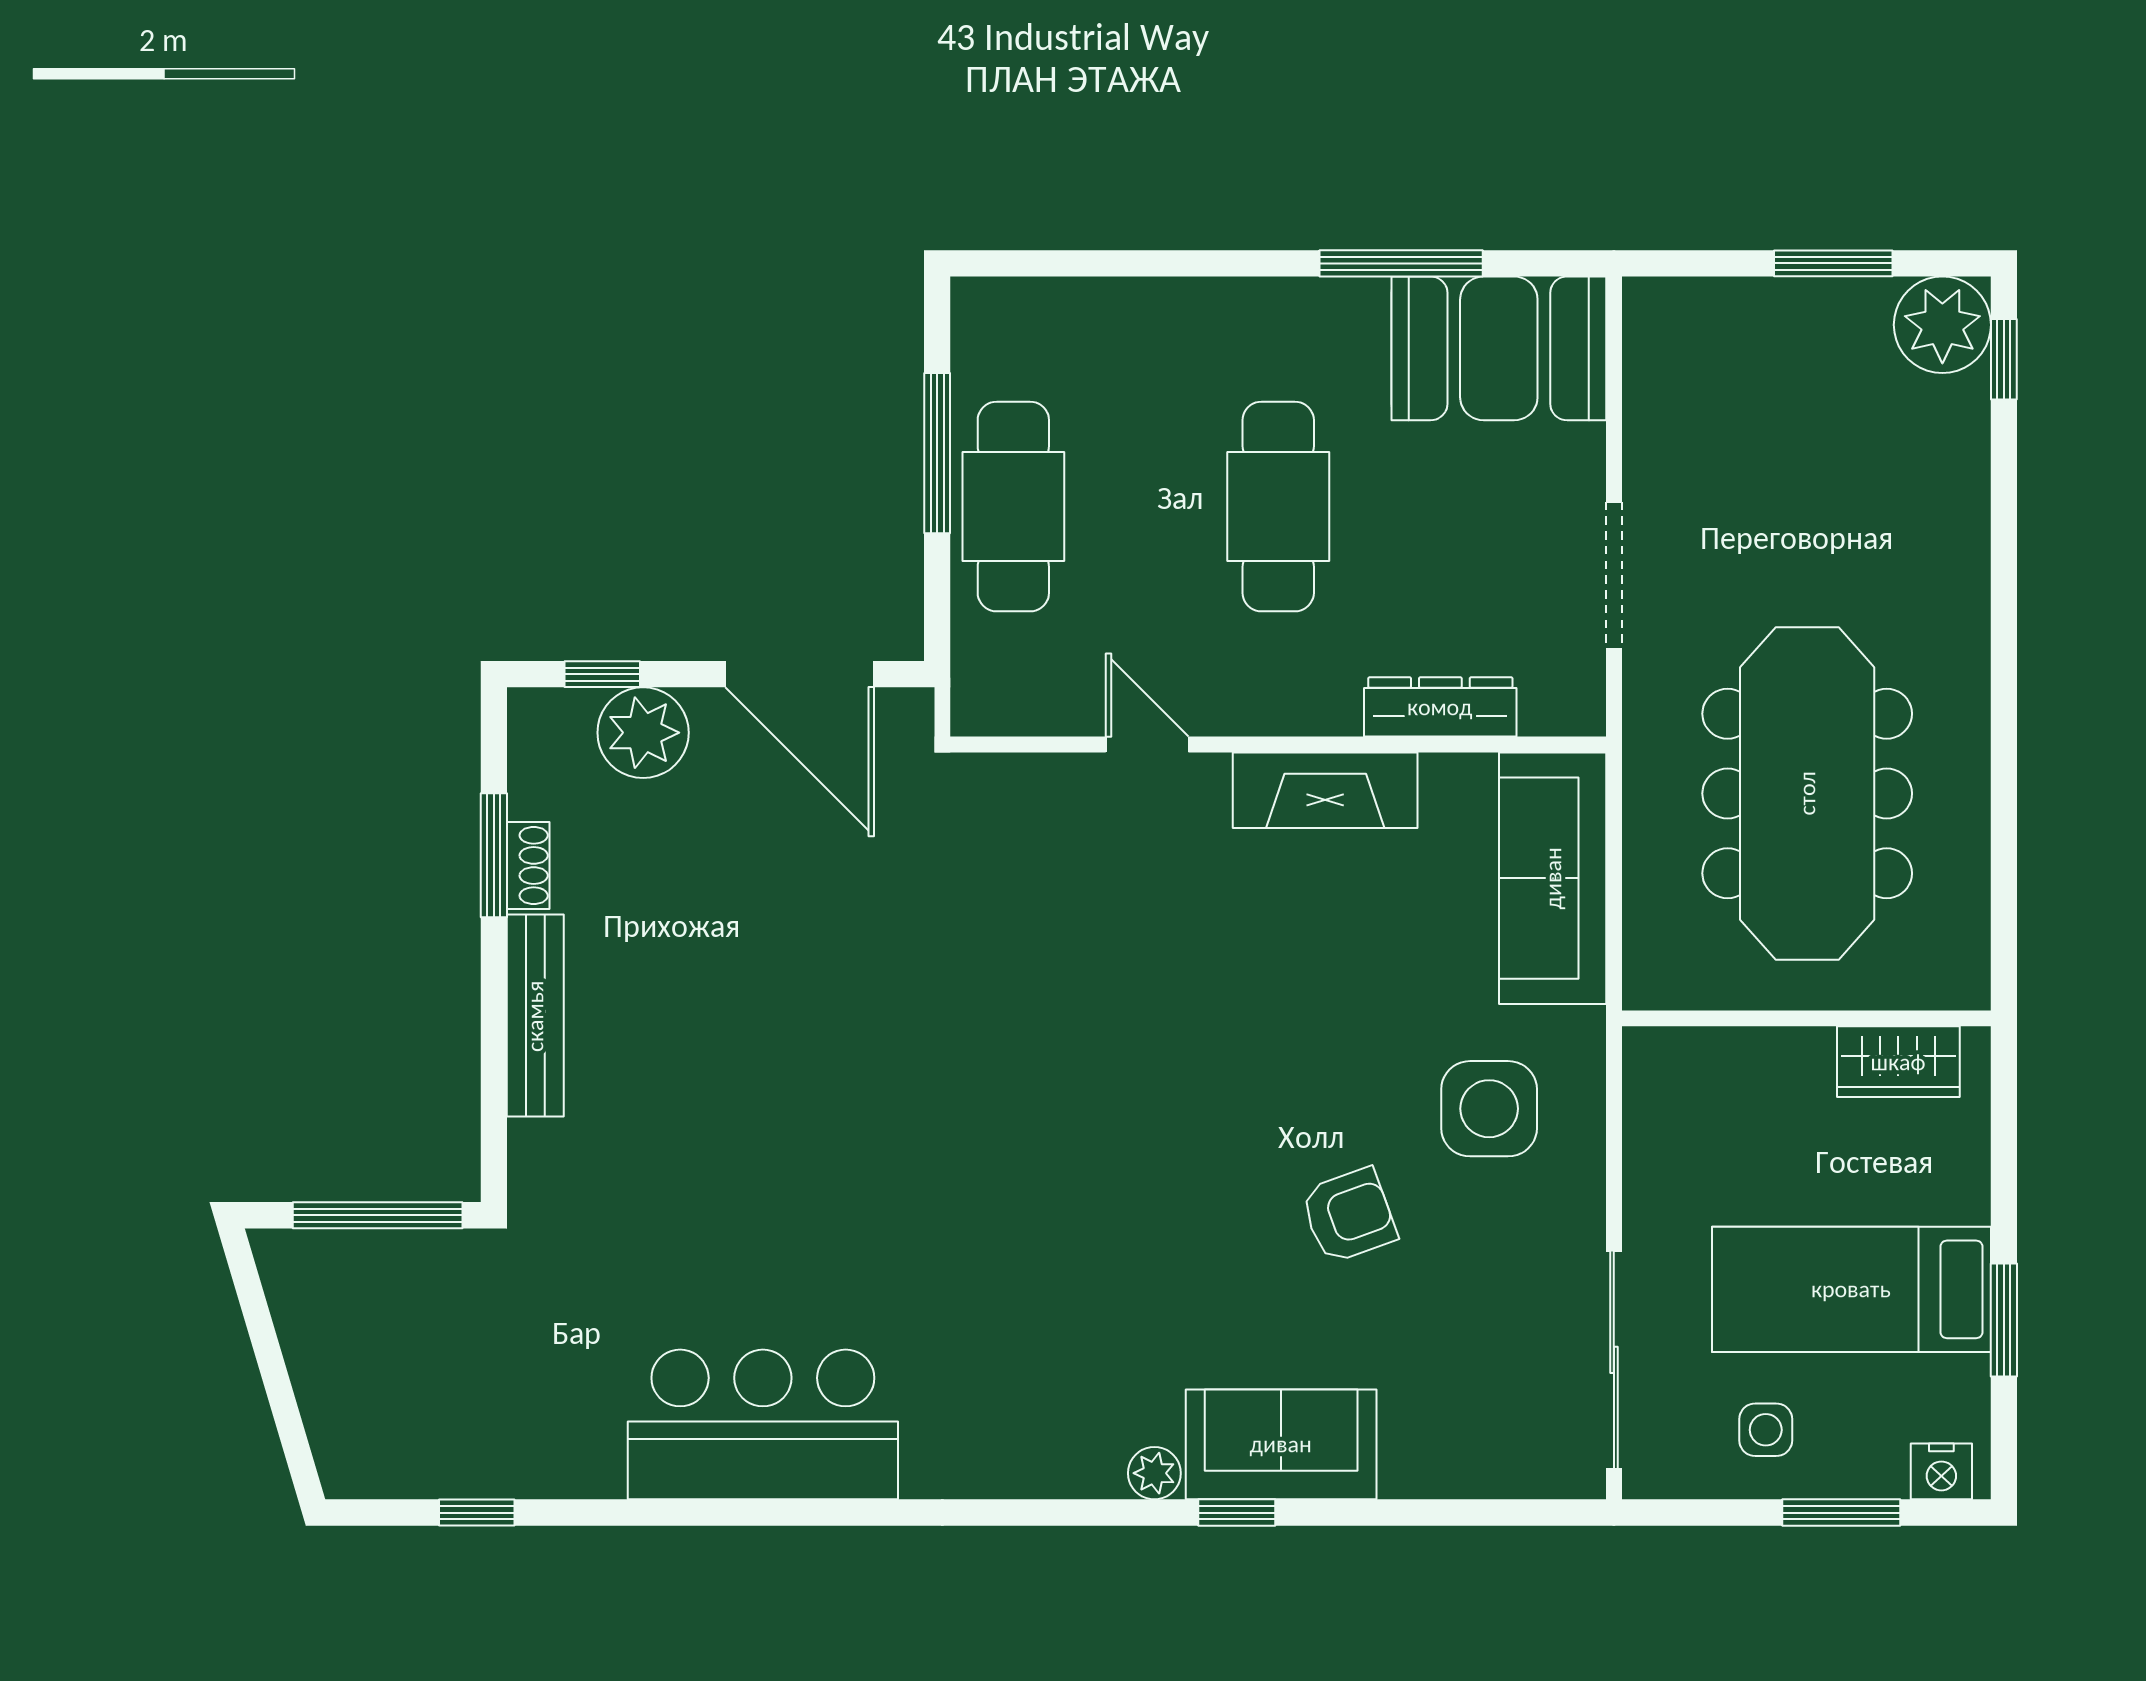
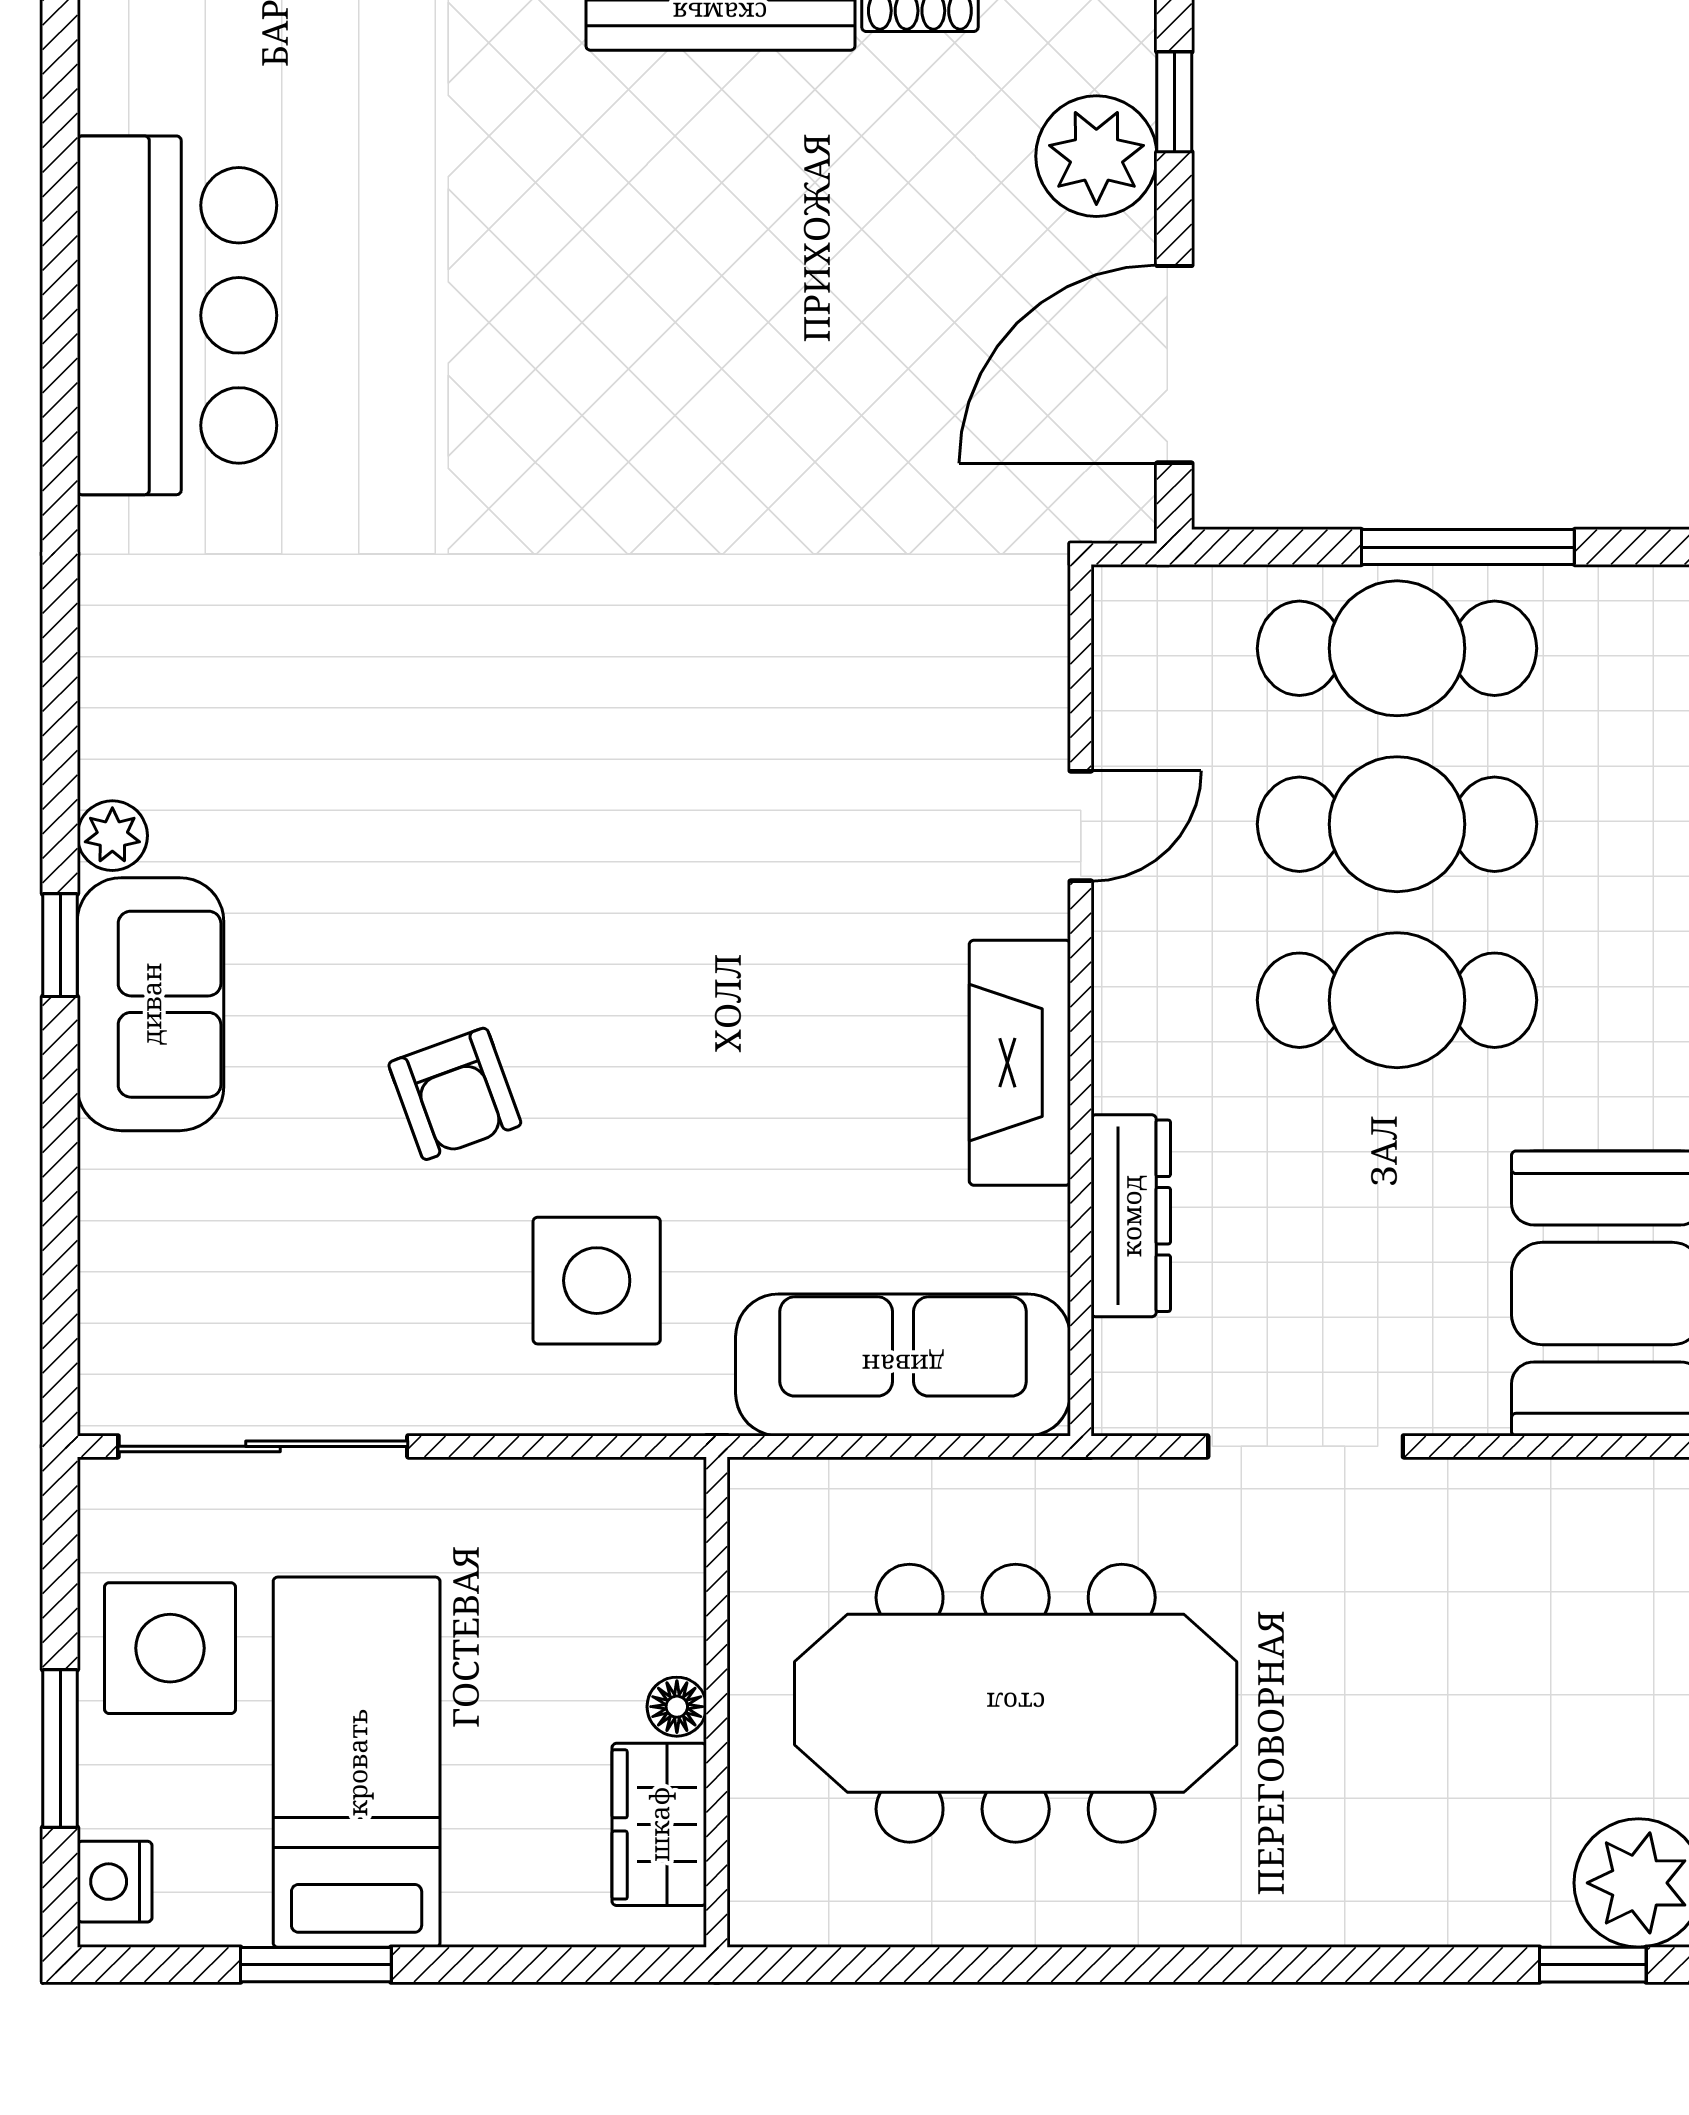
cafe table: (1146, 507) -> (1397, 824), added
floor lamp: (1810, 1048) -> (677, 1707), added
side table: (1766, 1430) -> (170, 1648), width x1.87, depth x1.87

